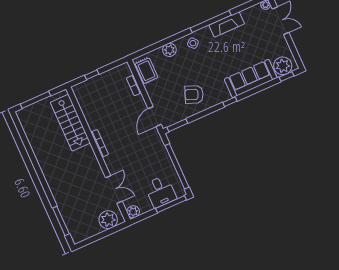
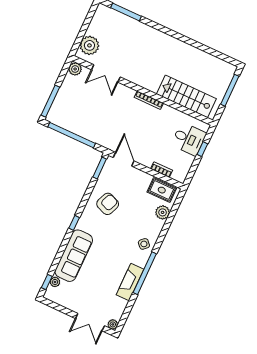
plant: (169, 50) -> (163, 212), moved
plant: (283, 66) -> (55, 282), width x0.53, depth x0.53
desk: (160, 192) -> (189, 139), moved, turned 180

